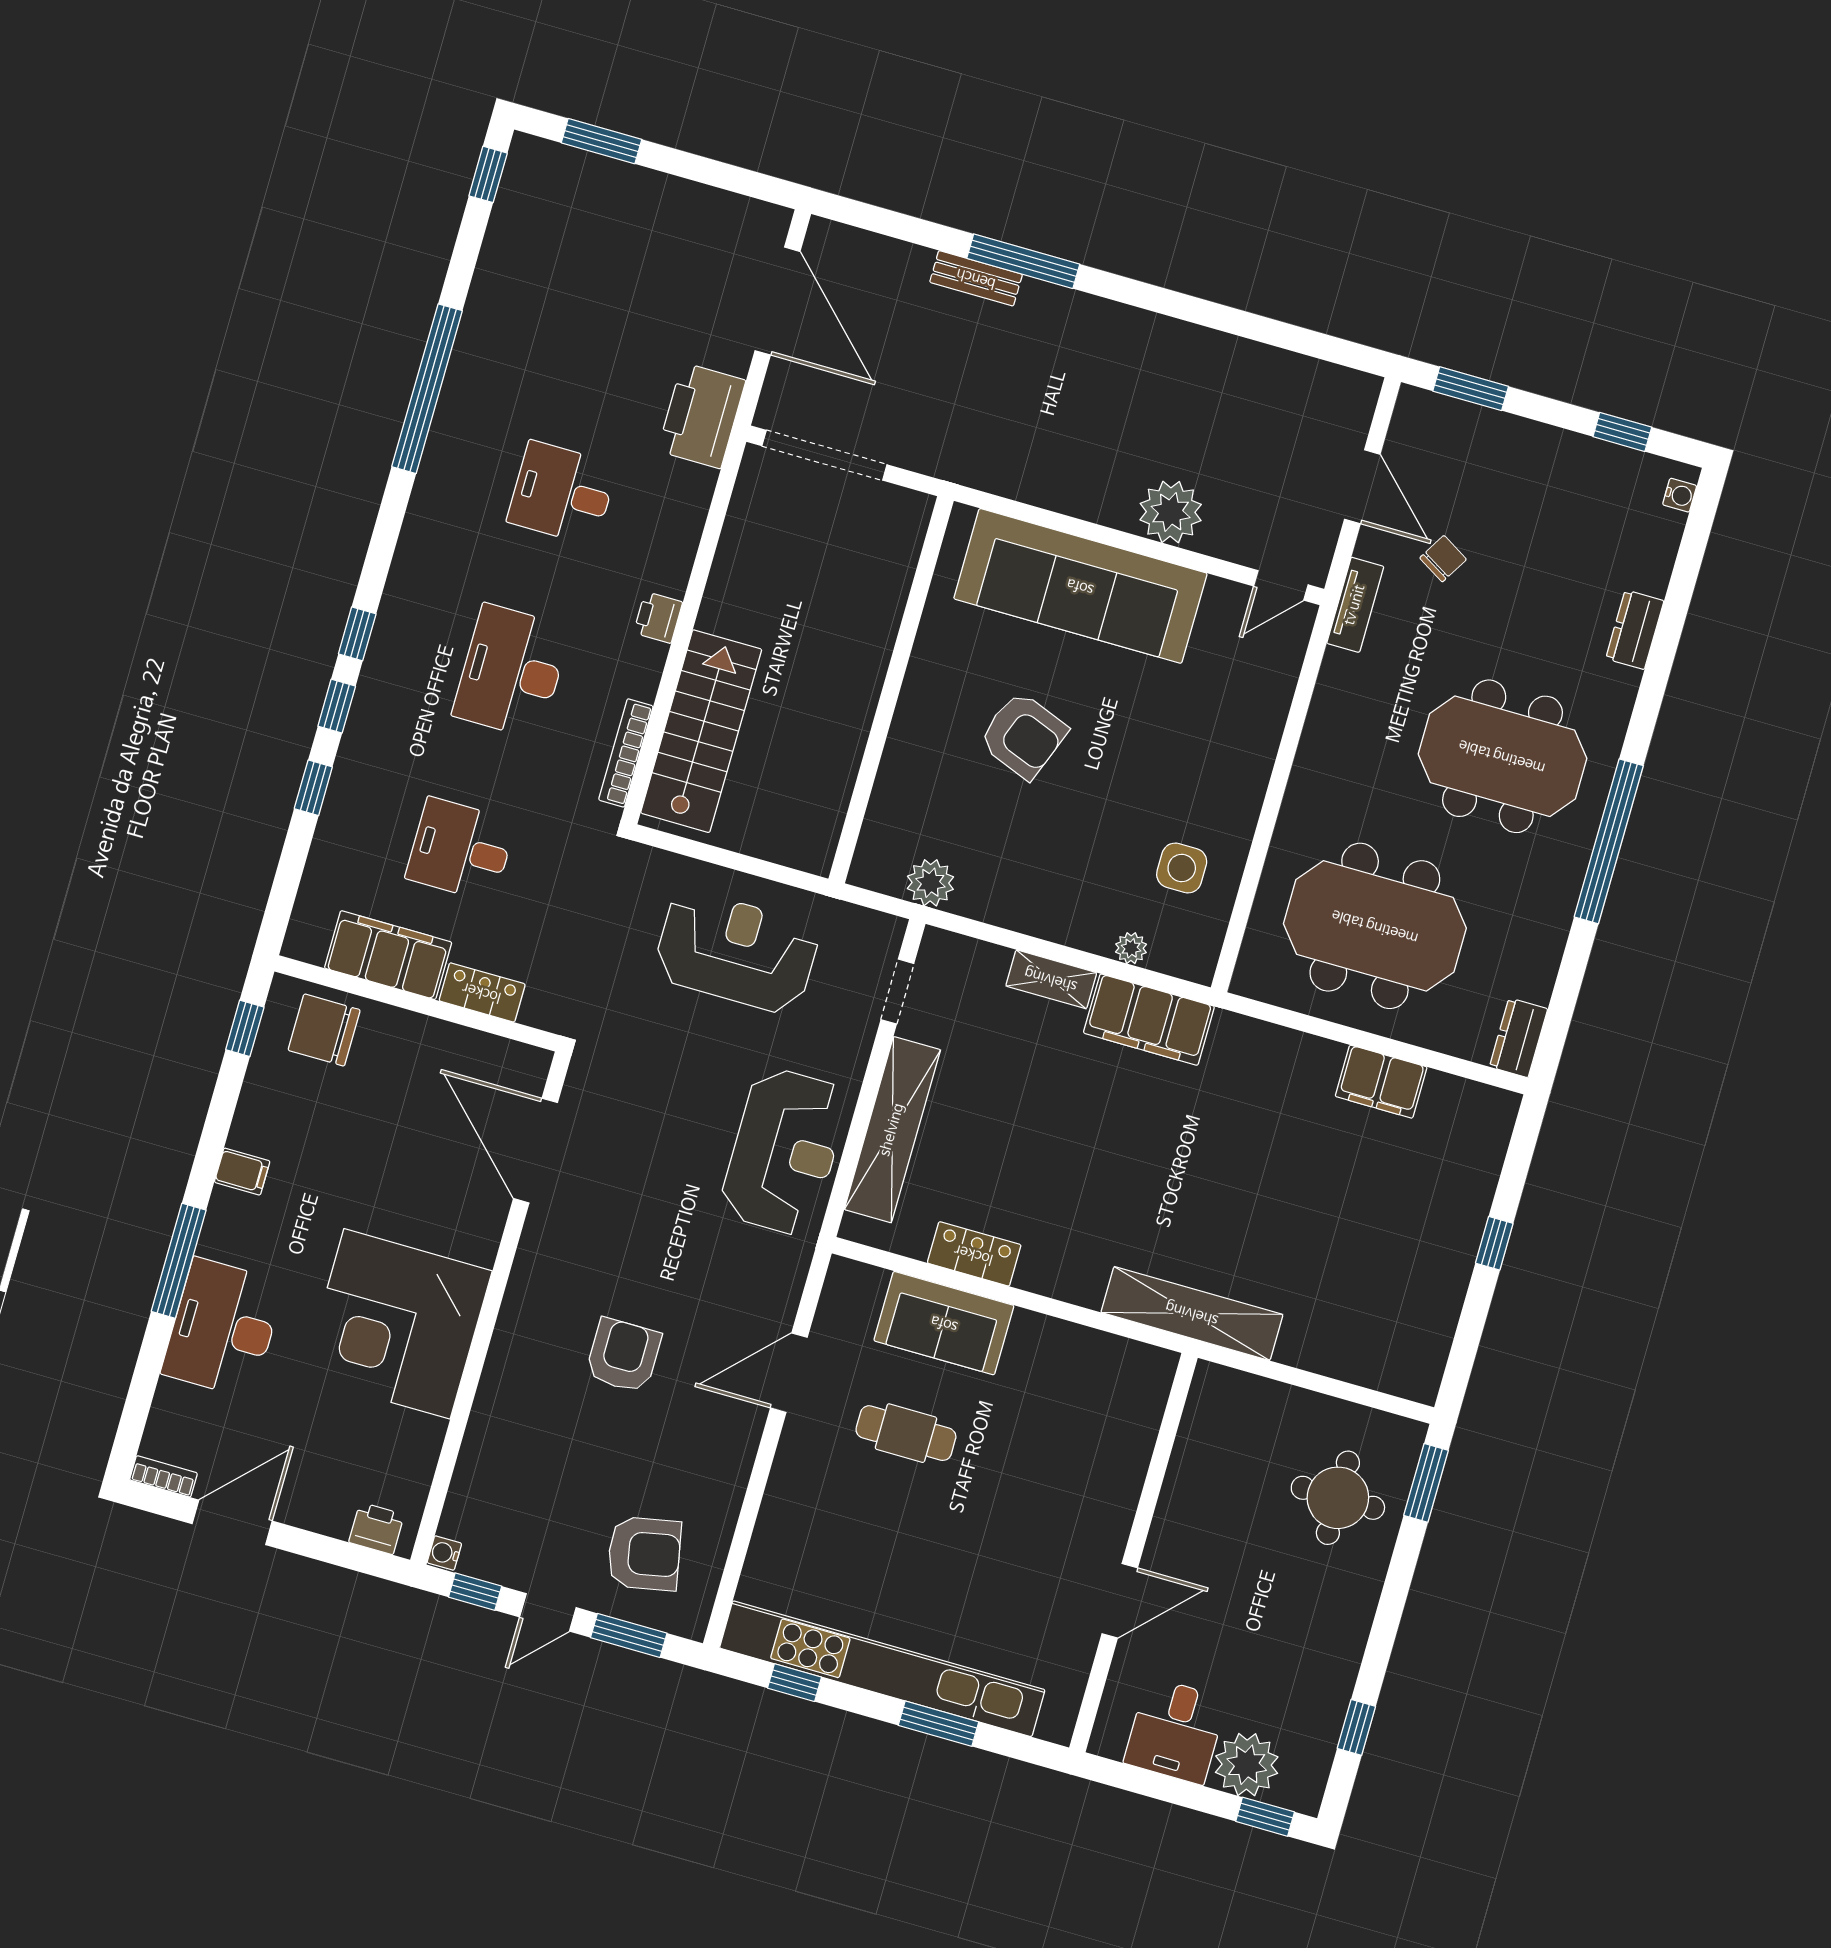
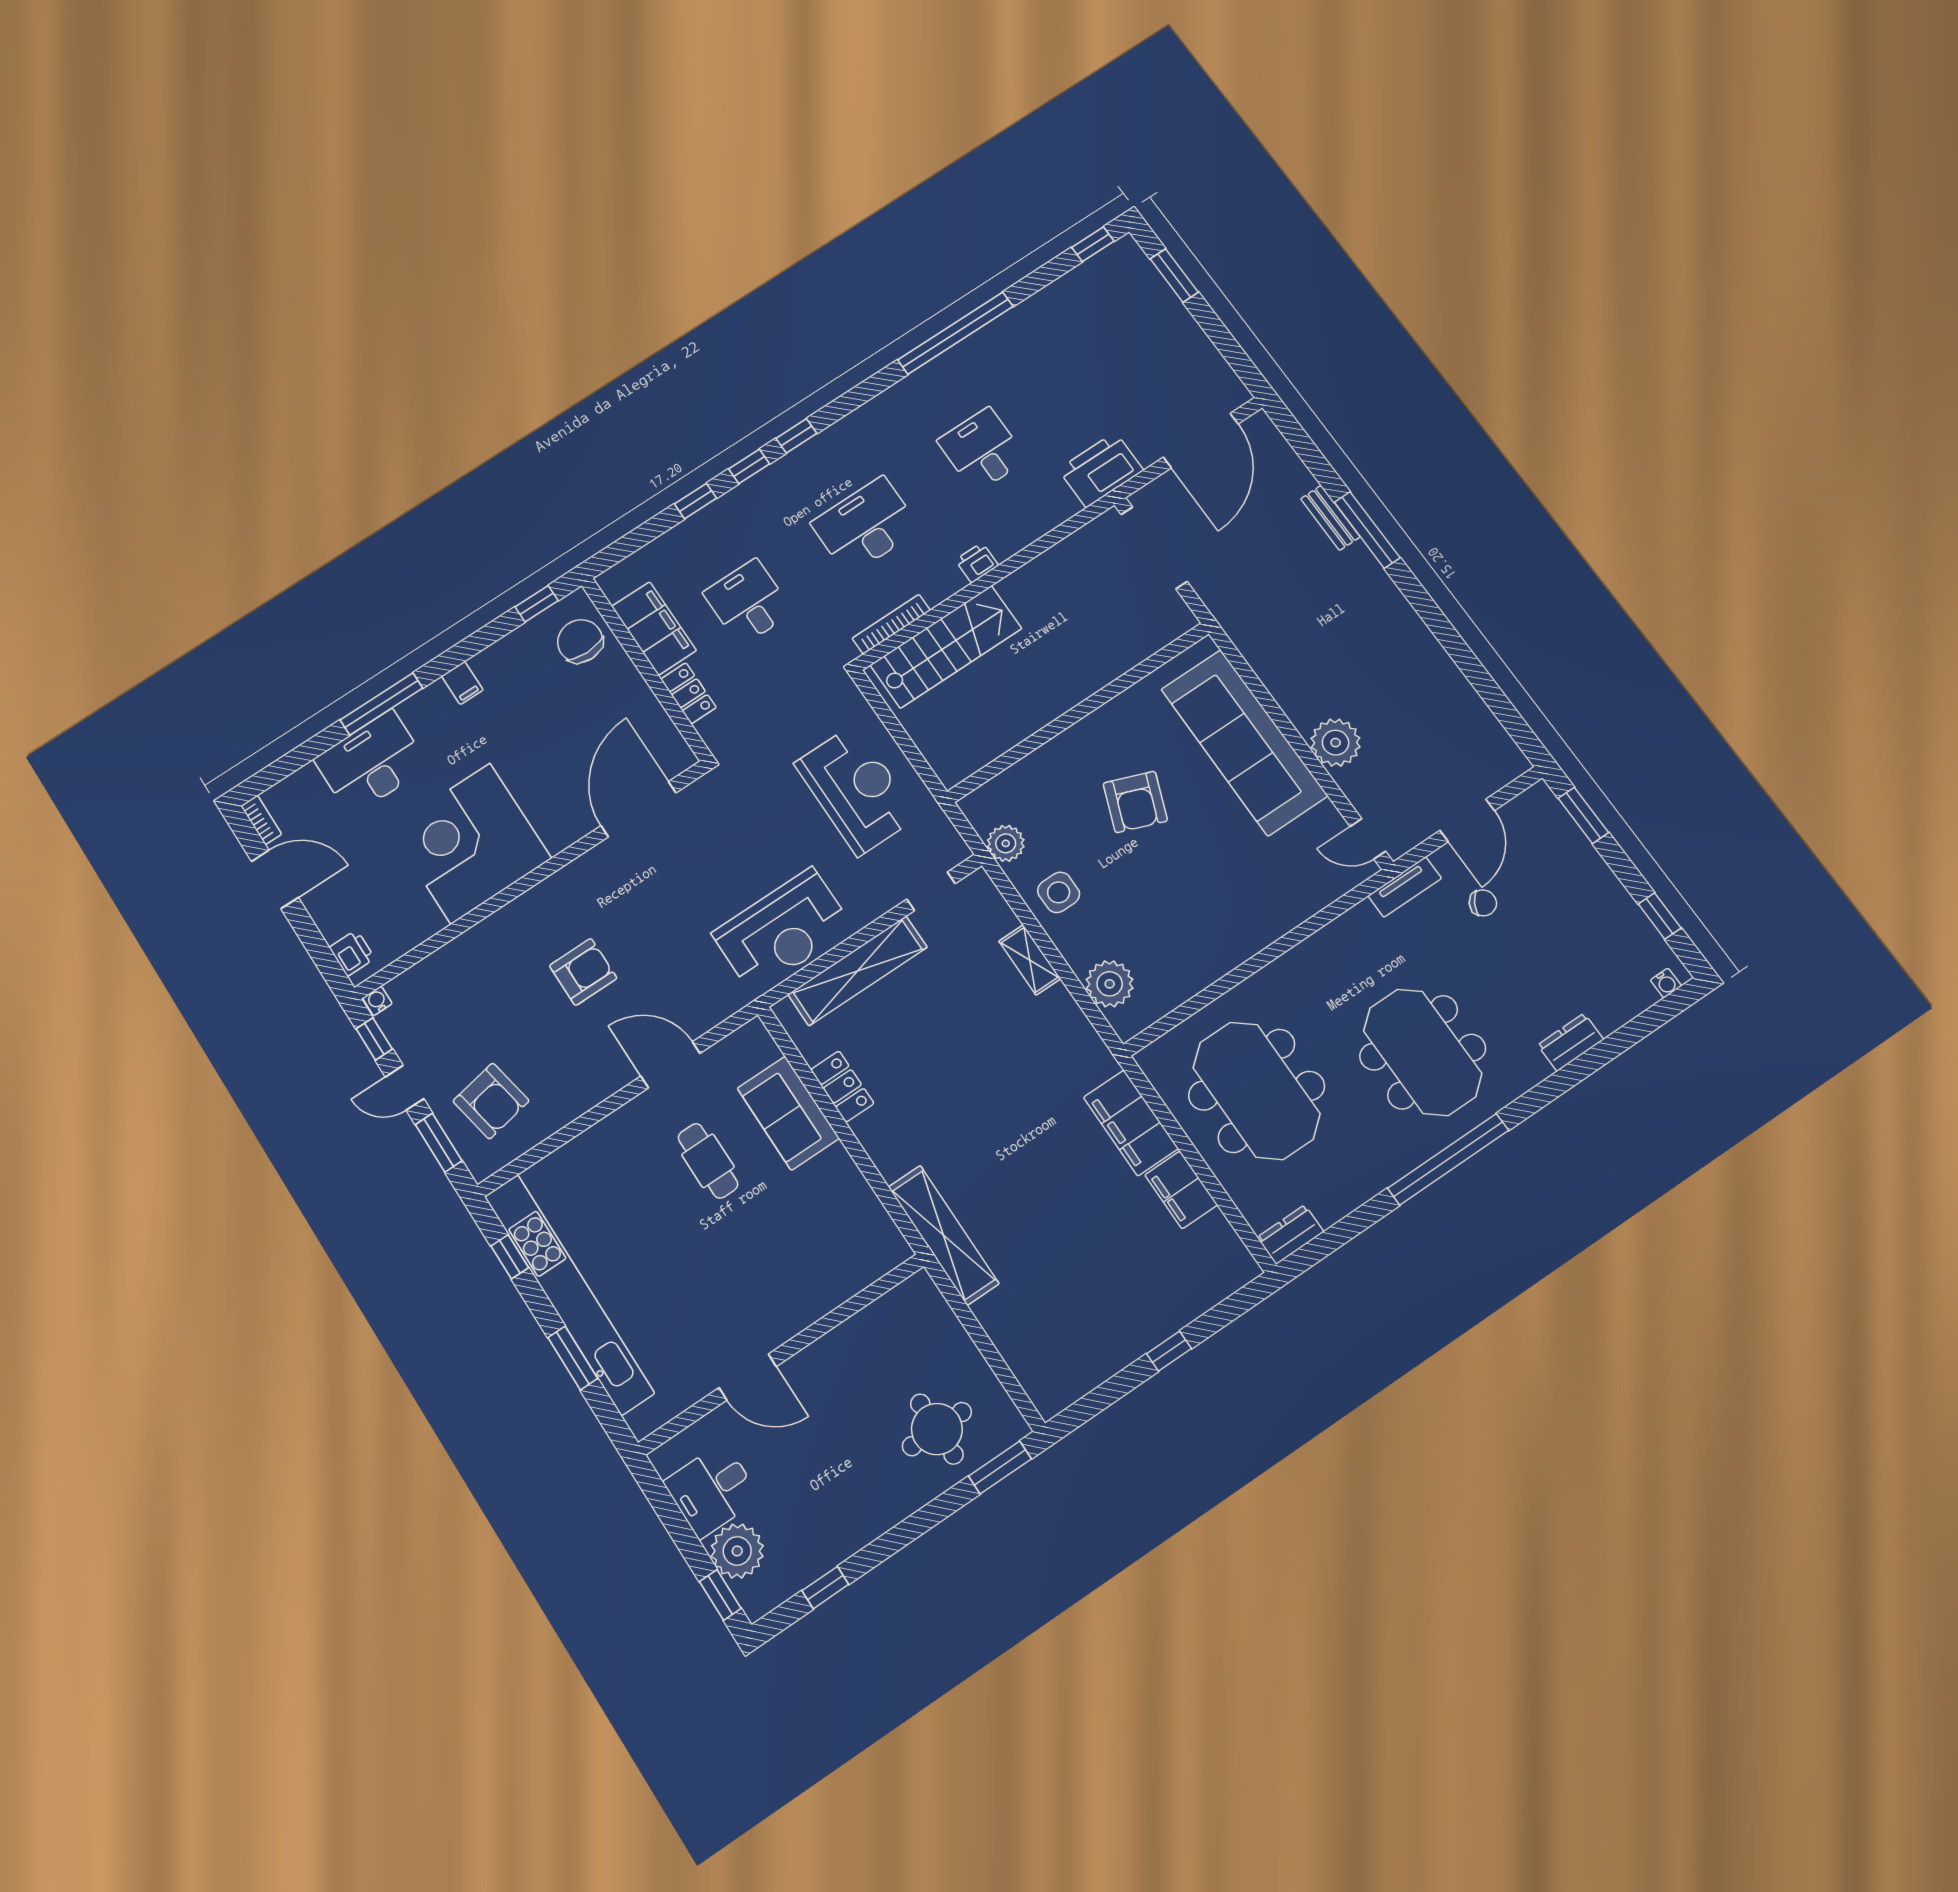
side table: (1182, 868) -> (1059, 892), moved
plant: (1131, 948) -> (1110, 984), width x1.88, depth x1.88
filing cabinet: (1149, 1020) -> (1131, 1123), moved

